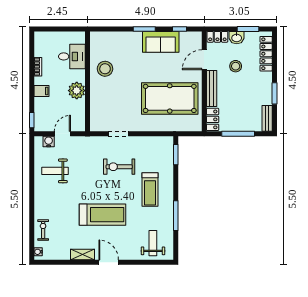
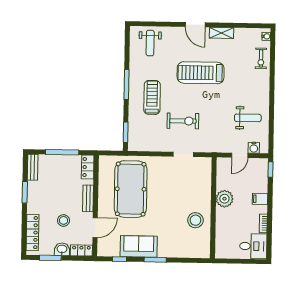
desk: (72, 56) -> (253, 246), moved, turned 180
bench: (212, 88) -> (88, 198), width x0.73
pool table: (170, 98) -> (131, 189), turned 90
window: (176, 216) -> (126, 85), moved

